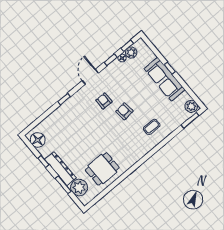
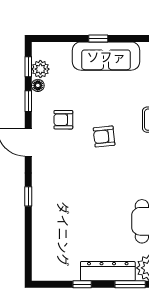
armchair: (104, 101) -> (63, 120), moved
floor lamp: (38, 140) -> (51, 269), removed

